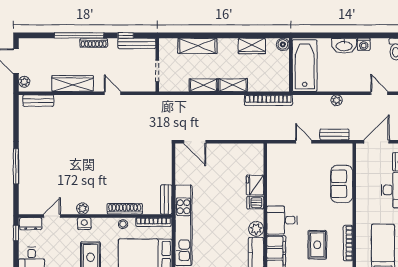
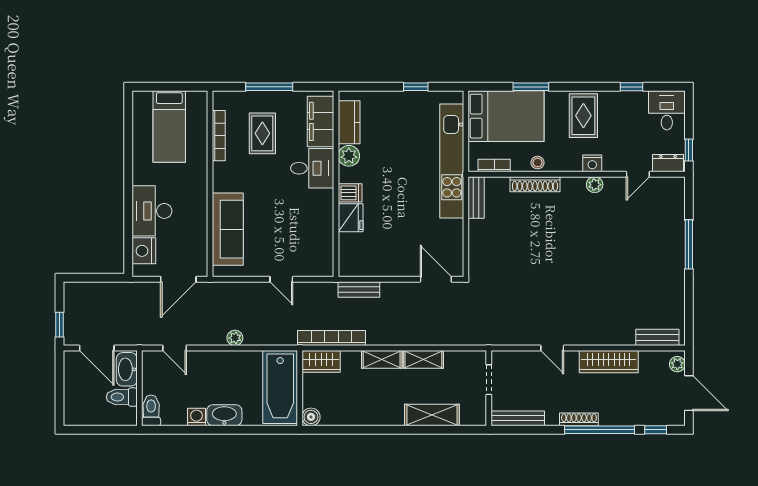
window: (126, 35) -> (656, 430), moved
wardrobe: (252, 46) -> (321, 361), moved, turned 180
bench: (334, 135) -> (359, 289), moved
sofa: (342, 184) -> (228, 229), width x1.36
bookcase: (153, 222) -> (494, 166), width x0.64

